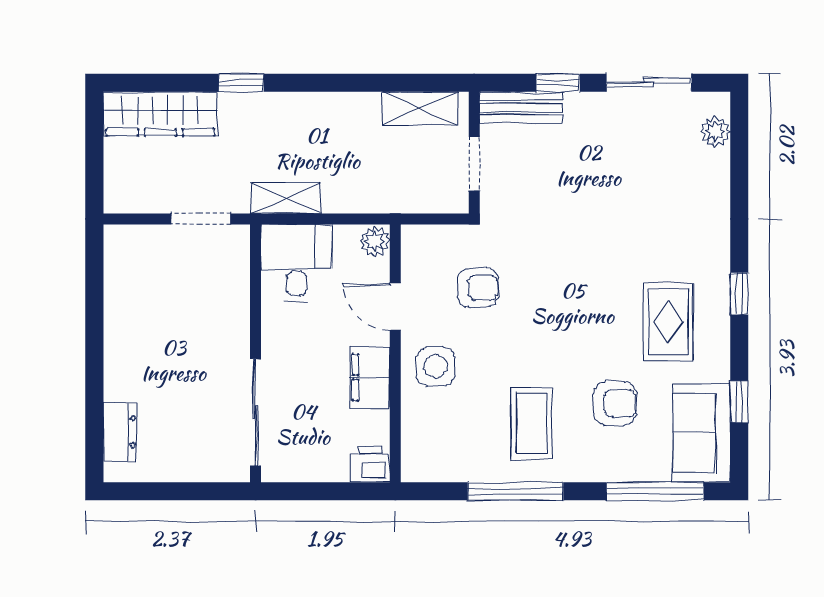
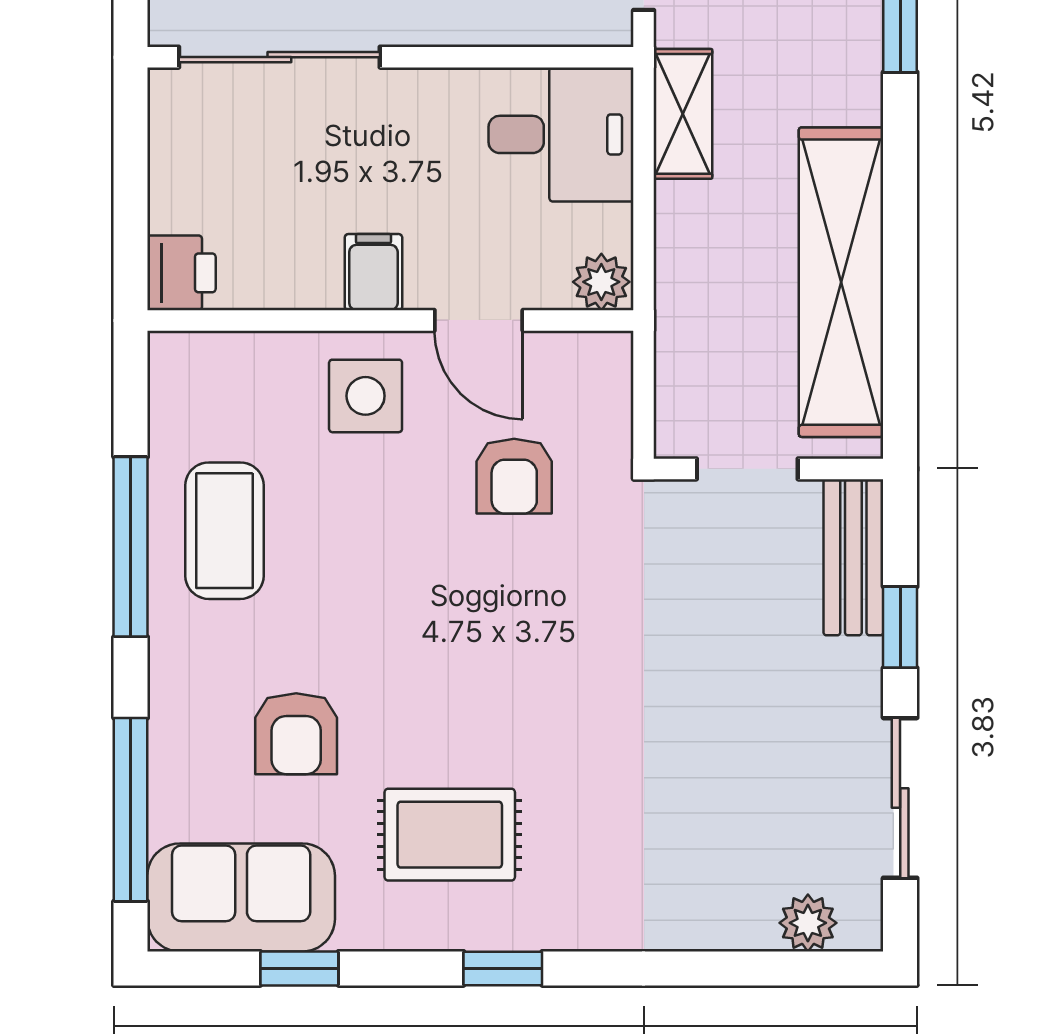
shelving: (420, 109) -> (841, 282), width x2.20, depth x1.33
door: (395, 307) -> (479, 320), swing flipped
filing cabinet: (370, 377) -> (373, 272), width x0.50
coffee table: (531, 423) -> (225, 531), moved, turned 90

